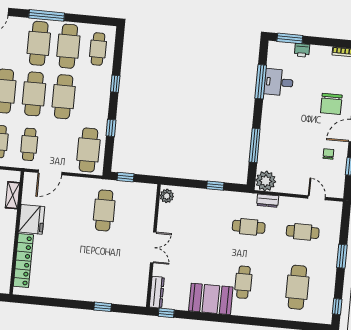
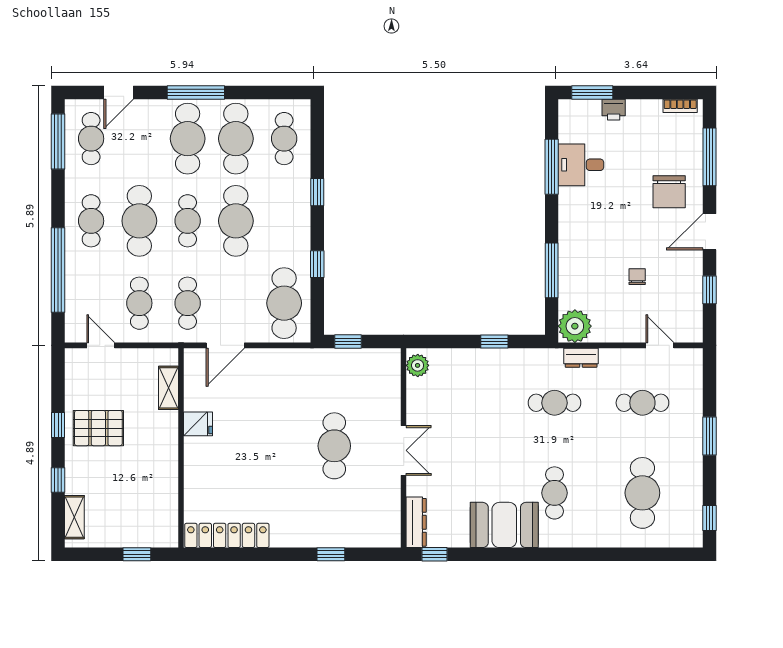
cafe table: (34, 94) -> (188, 221), width x0.73, depth x0.74
chair: (328, 154) -> (637, 277), moved
cafe table: (104, 210) -> (334, 446), moved
fridge: (32, 219) -> (198, 424), width x0.53, depth x0.75
locker: (23, 261) -> (227, 535), moved, turned -90

